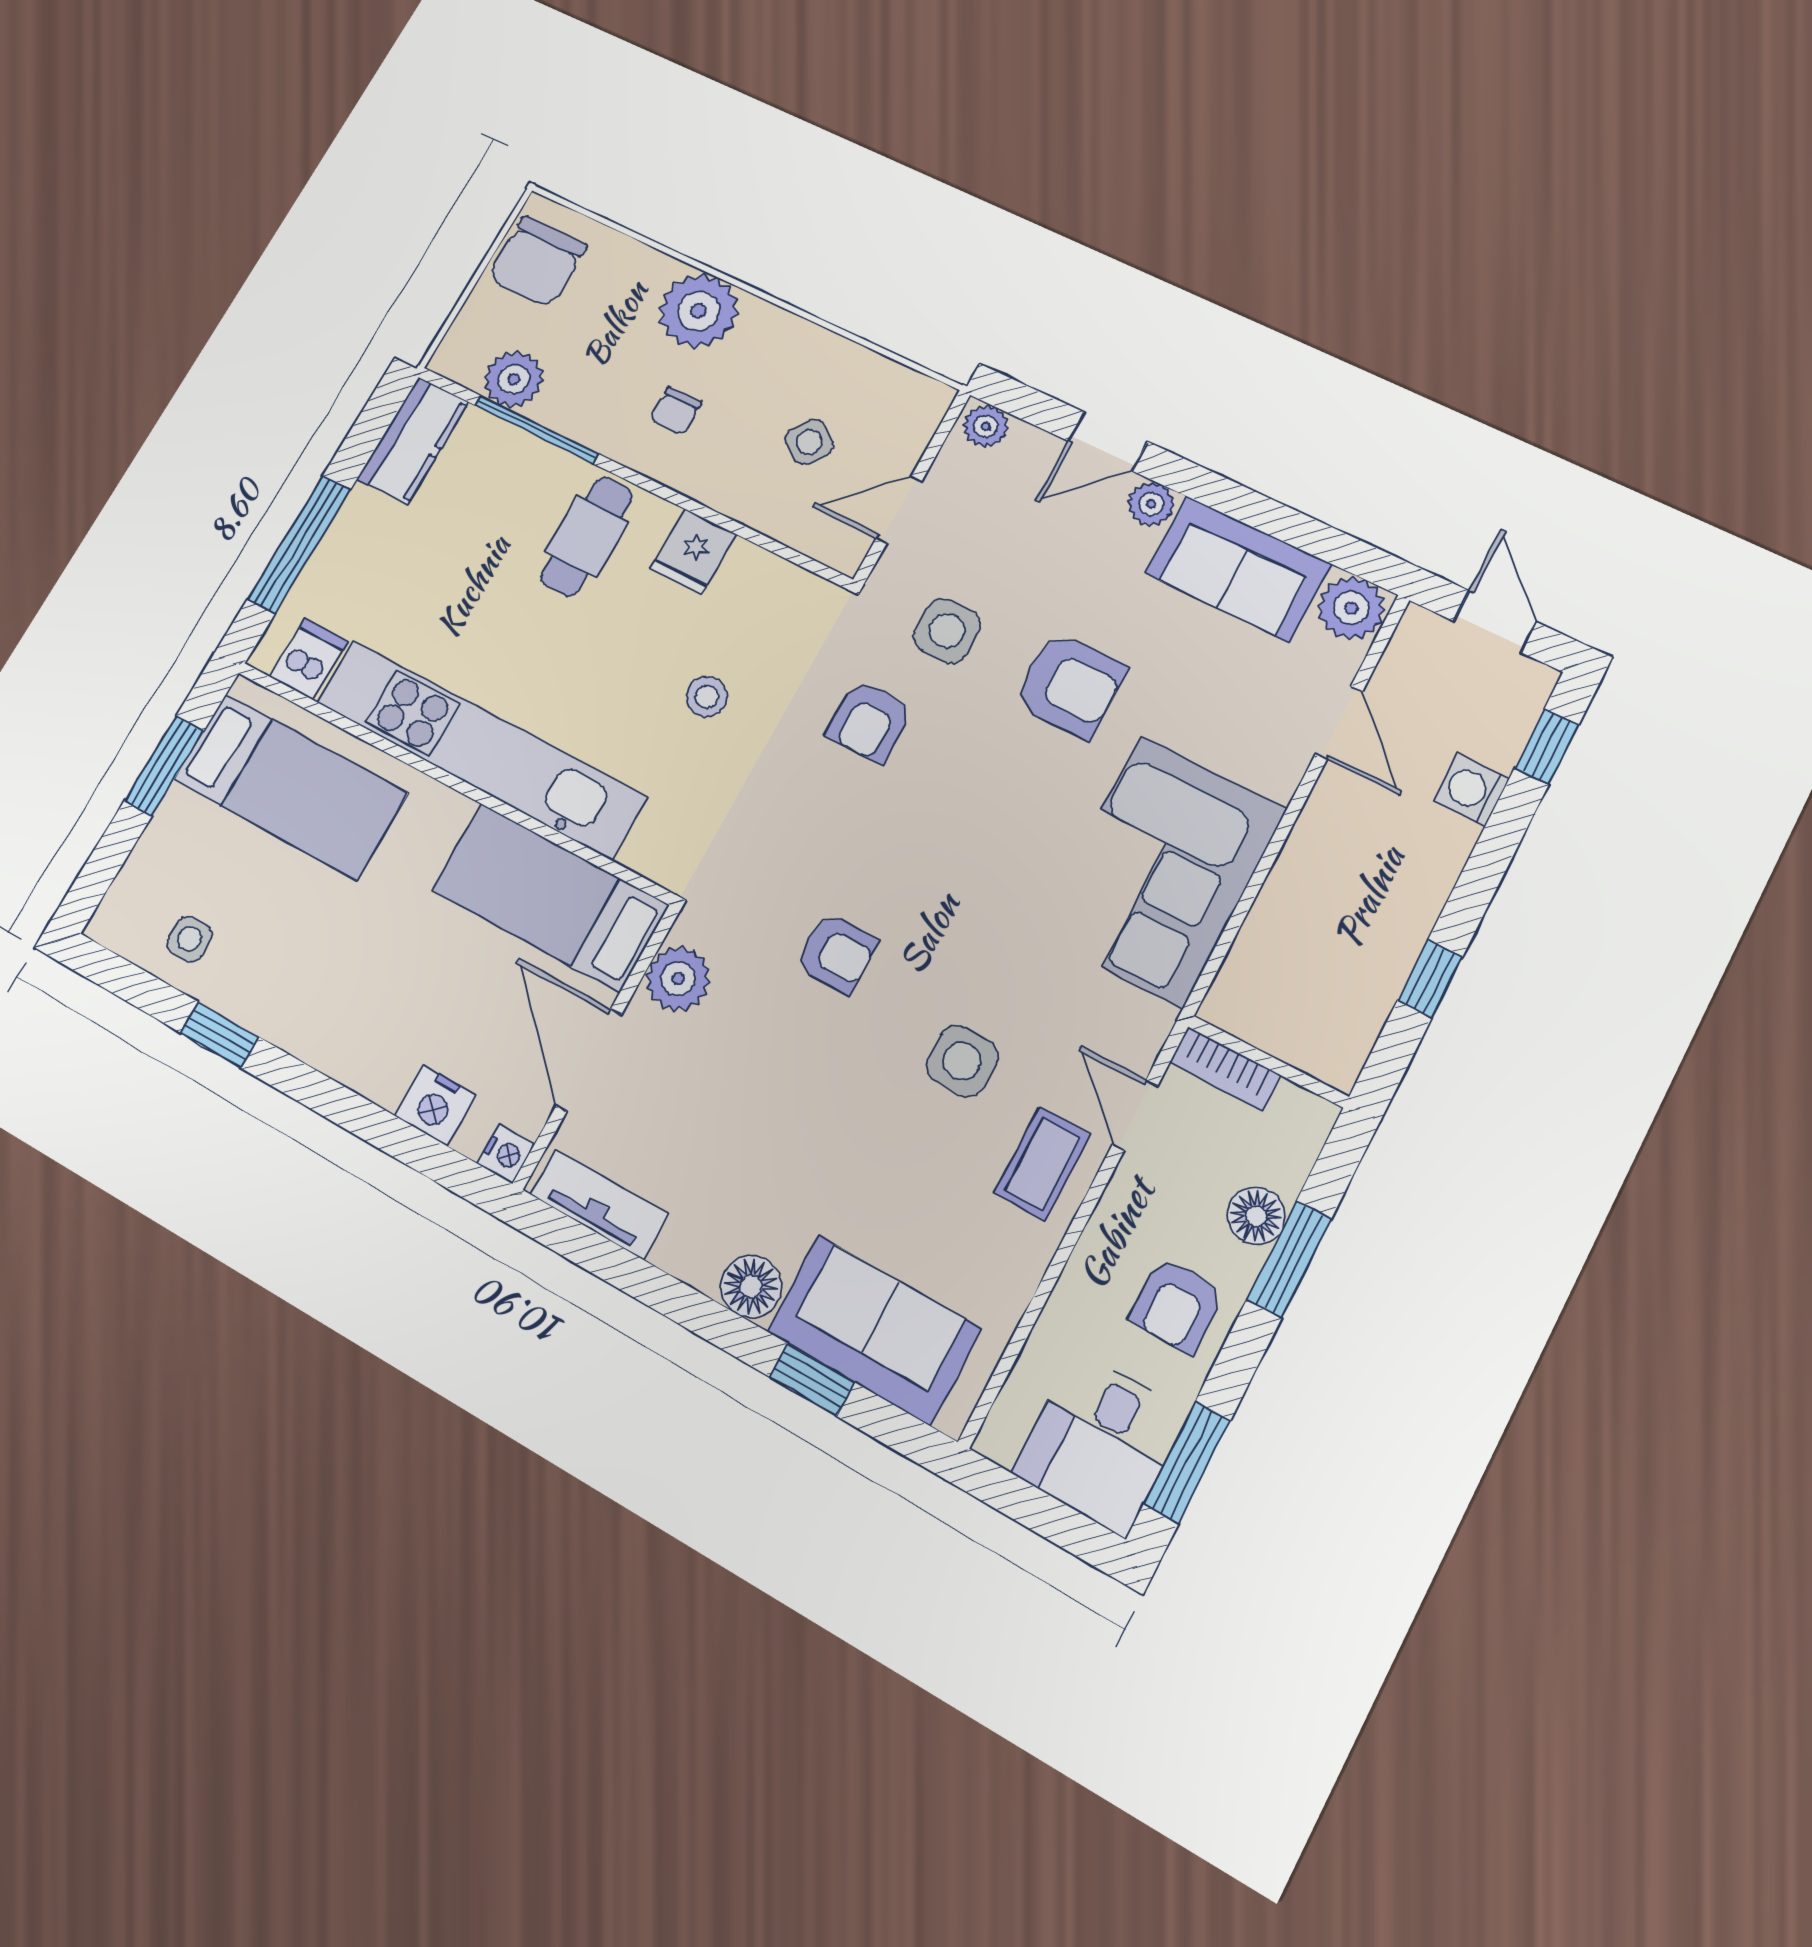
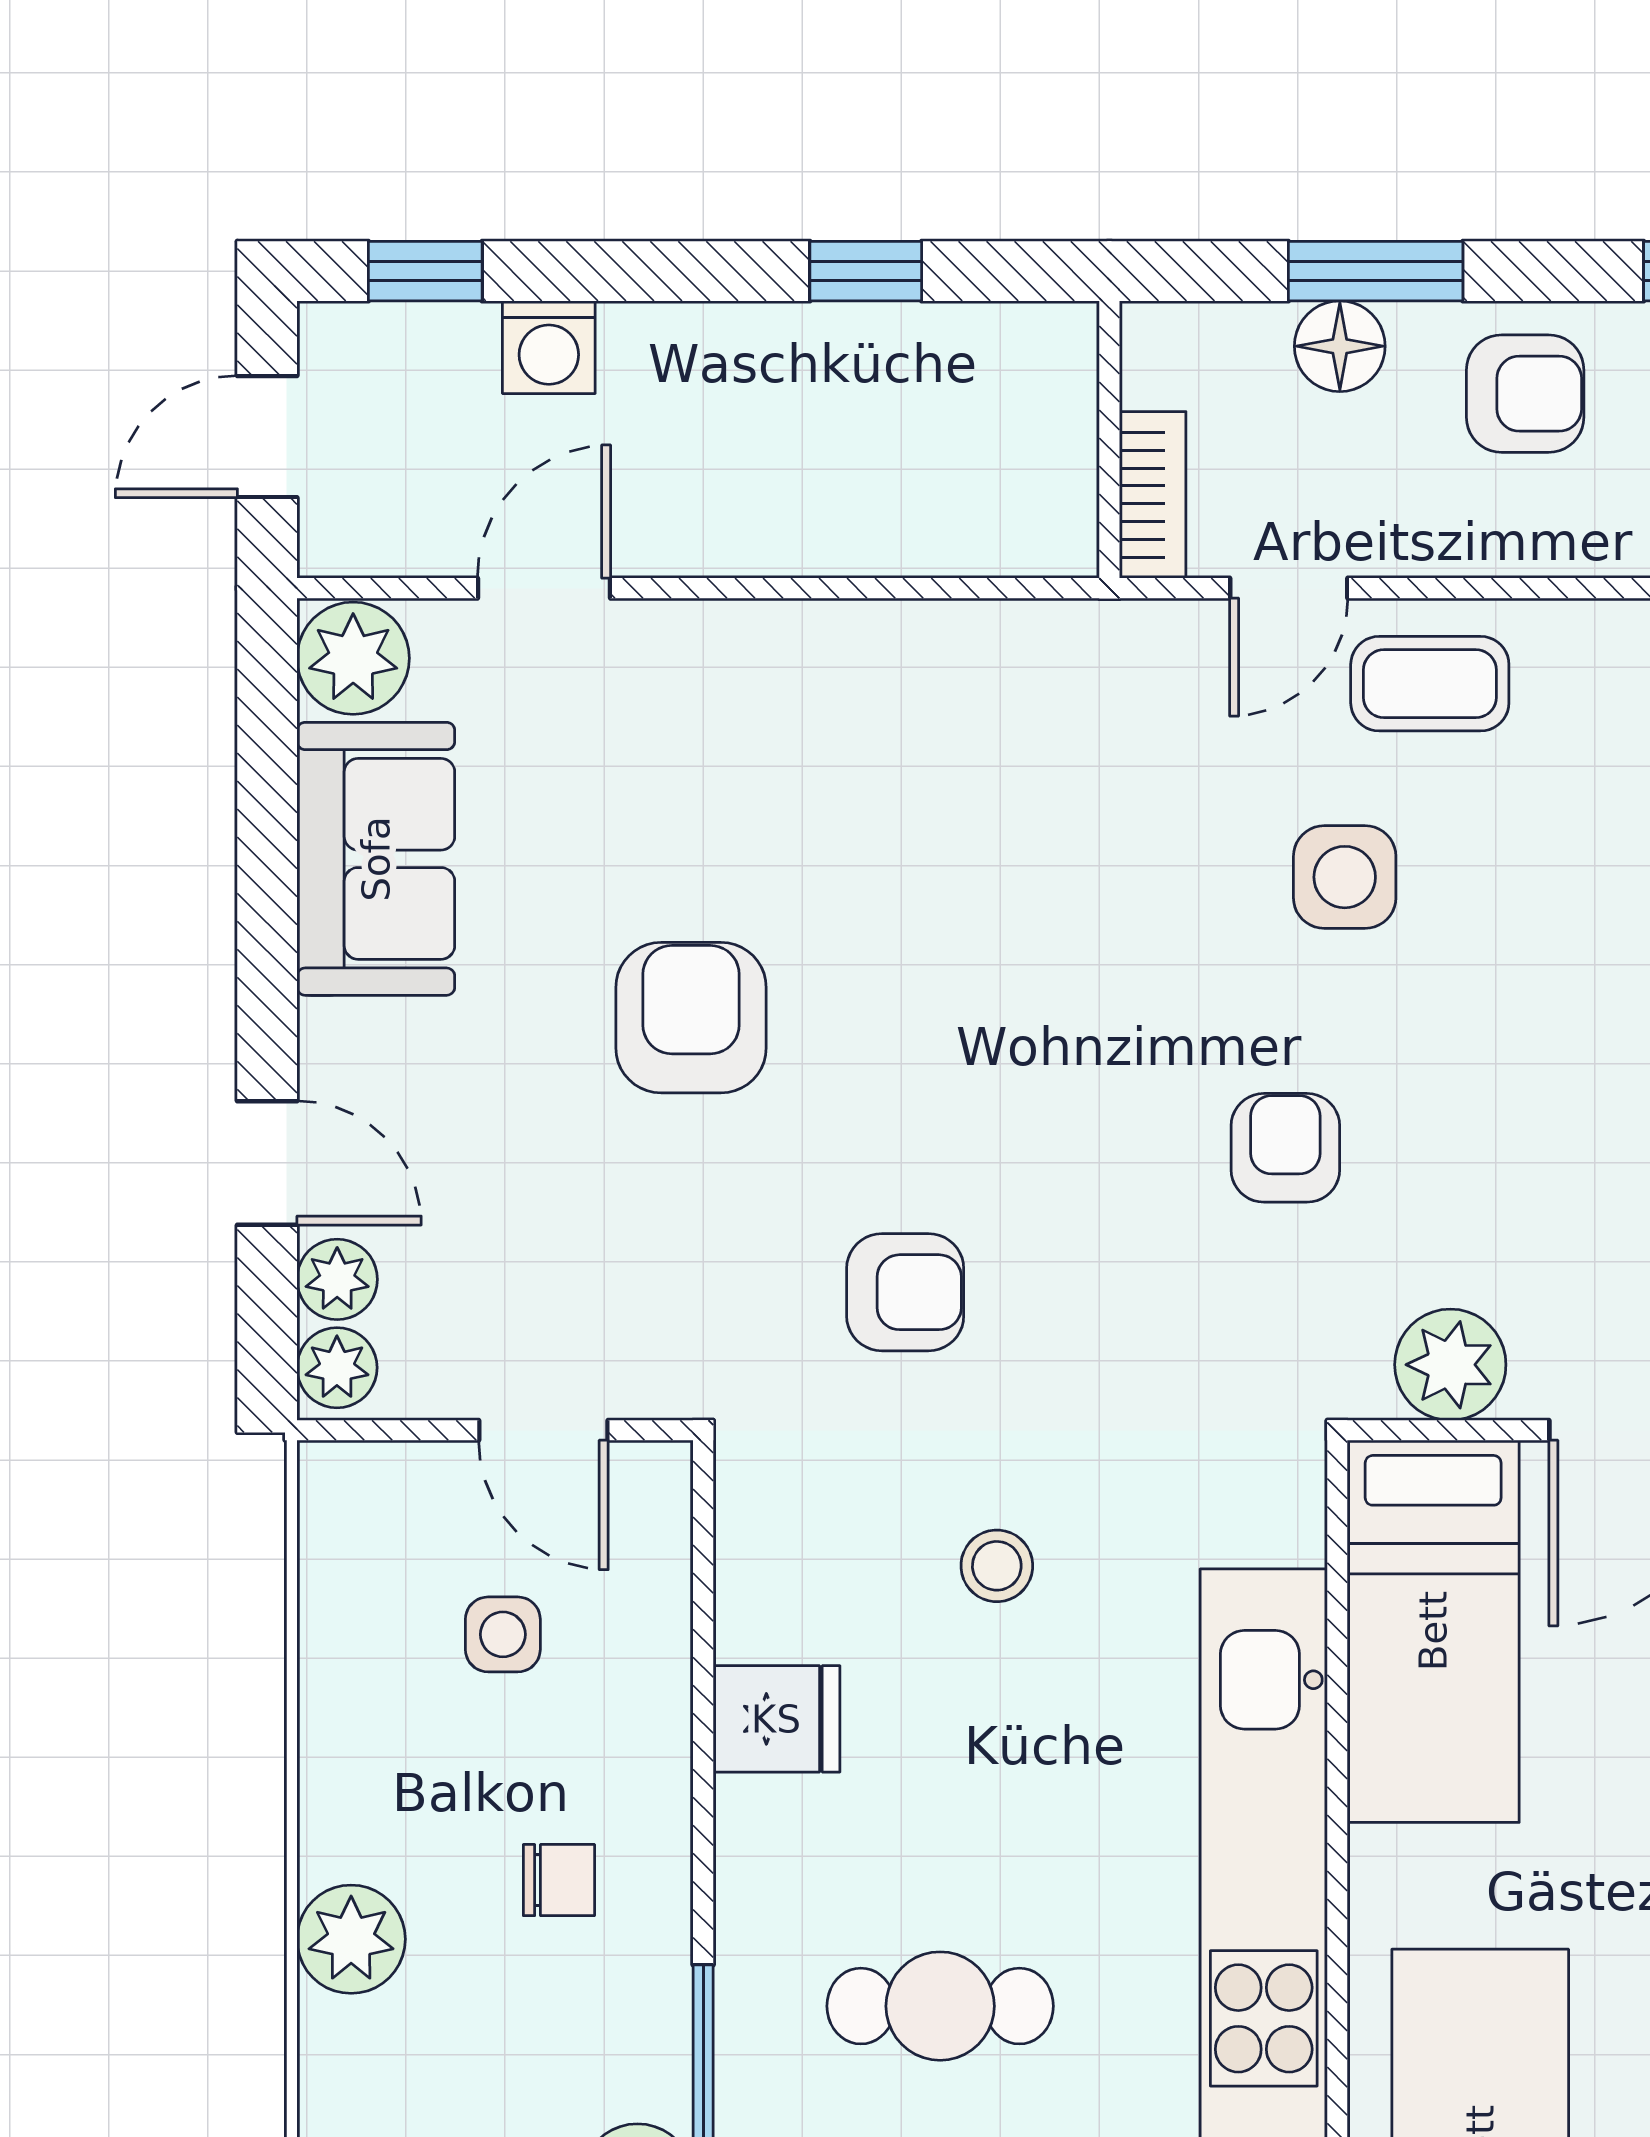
plant: (698, 311) -> (351, 1939), width x0.73, depth x0.73
side table: (809, 442) -> (503, 1634), turned -37
plant: (1151, 504) -> (337, 1279), moved
cafe table: (587, 537) -> (940, 2006), moved
side table: (947, 631) -> (701, 1250), removed
corner sofa: (1162, 871) -> (907, 734), removed

